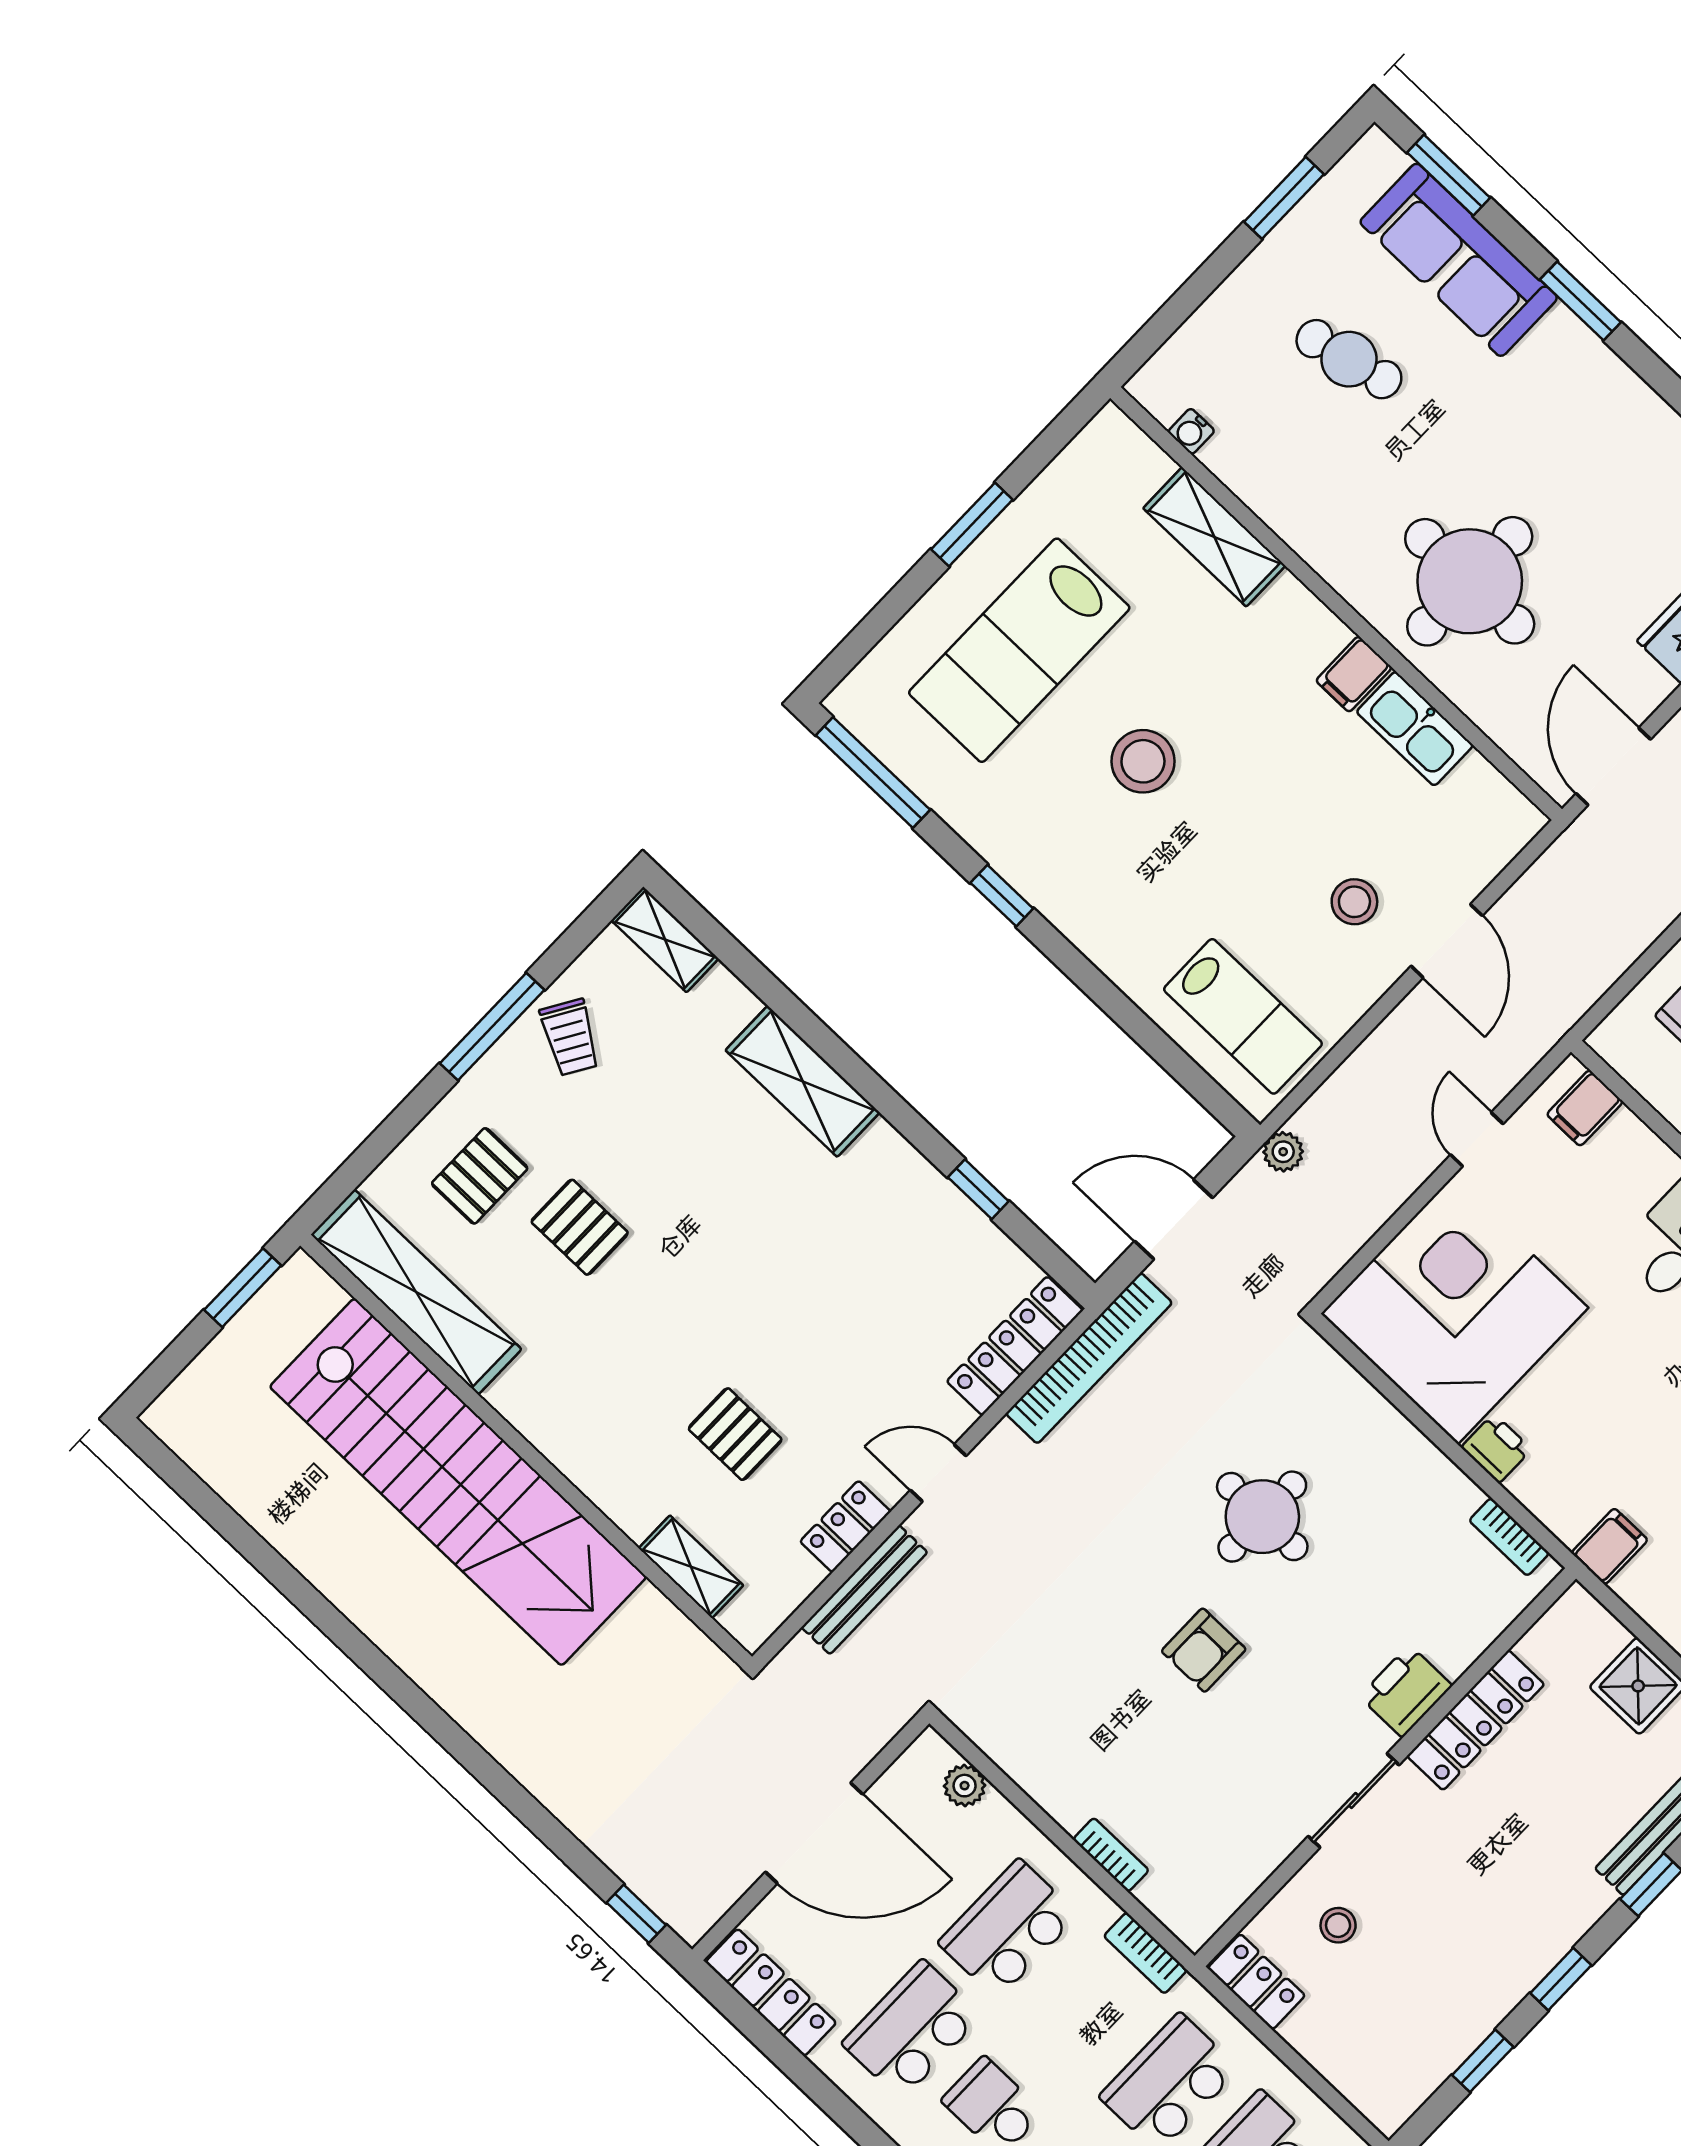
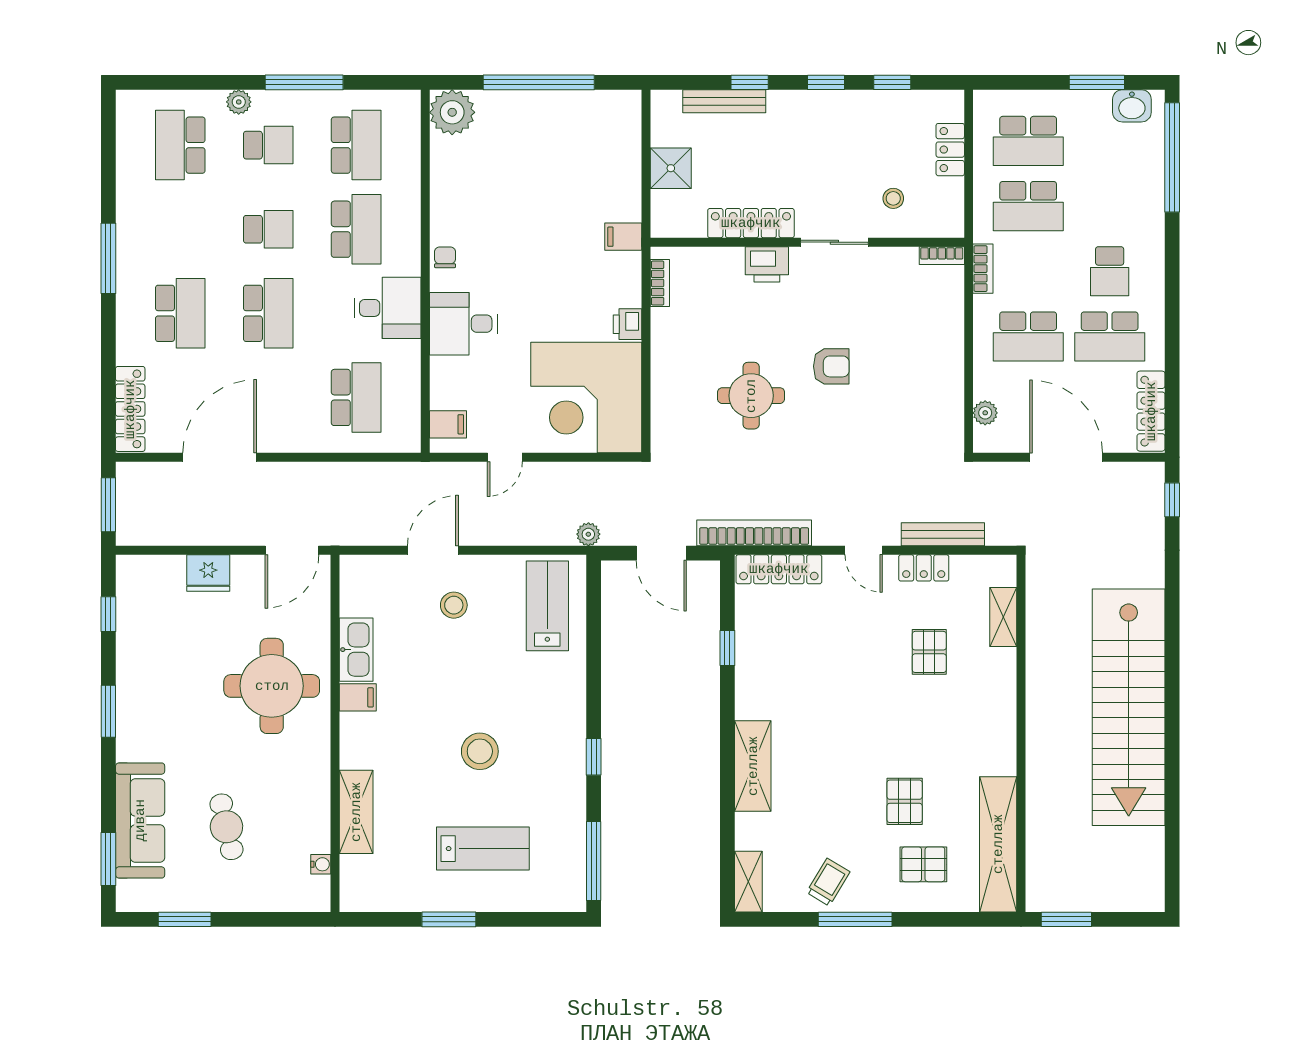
window: (1580, 301) -> (108, 711), moved
lab bench: (1019, 650) -> (483, 849), width x0.73, depth x0.72
stairs: (458, 1482) -> (1129, 707), moved, turned 180
bookcase: (1111, 1855) -> (942, 256), moved, turned -90
locker: (1256, 1982) -> (950, 150), moved

